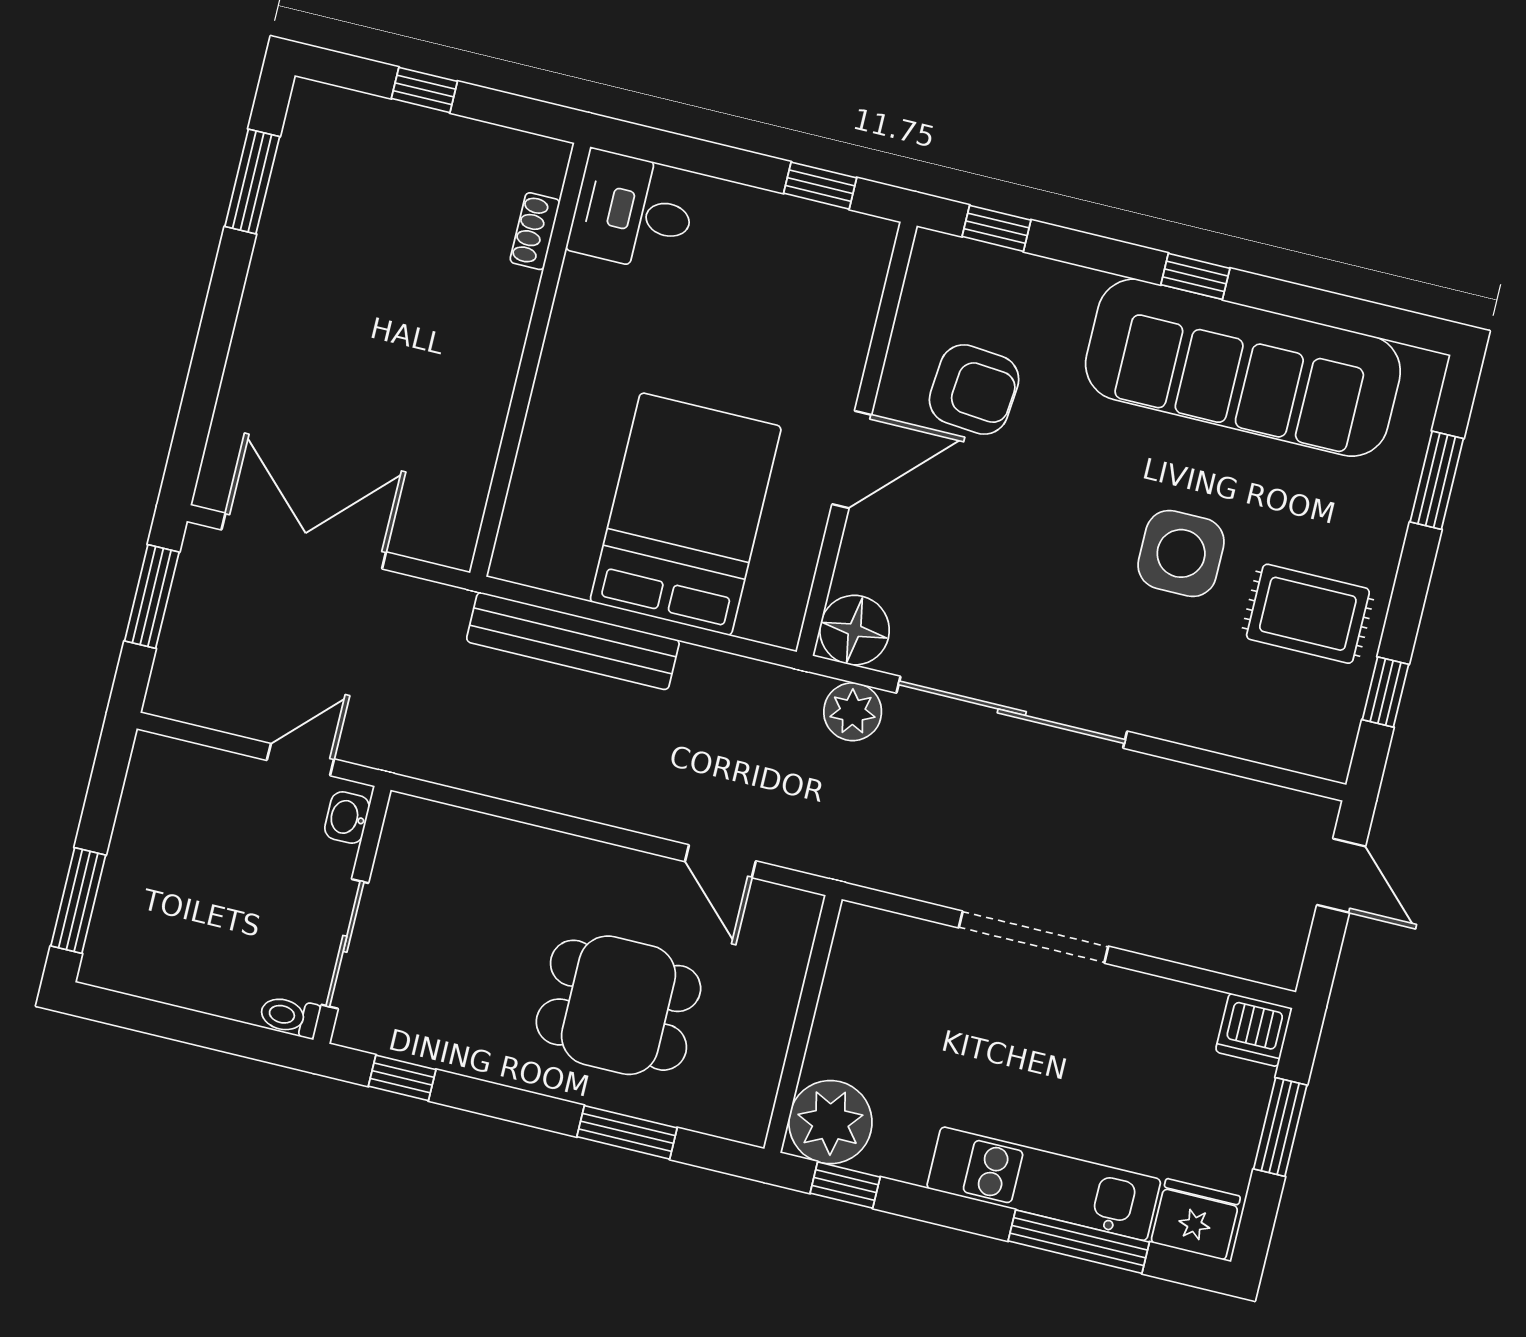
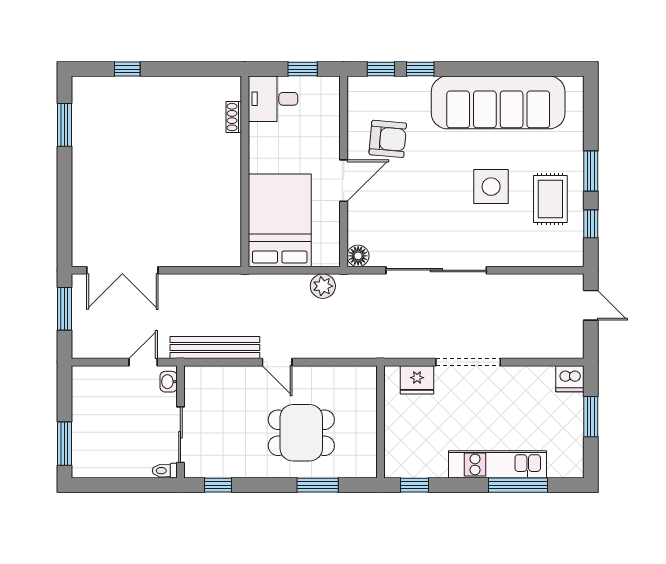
desk: (633, 211) -> (273, 99), moved
shoe rack: (535, 231) -> (234, 117), moved
window: (1195, 276) -> (420, 69), moved
wall: (530, 360) -> (245, 171), moved
window: (1437, 480) -> (591, 171), moved
double door: (304, 541) -> (122, 270), swing flipped
rug: (1308, 614) -> (550, 199), turned 90
floor lamp: (854, 630) -> (358, 256), width x0.73, depth x0.73
bench: (573, 641) -> (215, 348), moved
plant: (853, 712) -> (323, 286), moved
door: (720, 861) -> (277, 362), moved
plant: (830, 1122) -> (402, 460), removed
fridge: (1196, 1219) -> (417, 380), moved, turned 180

